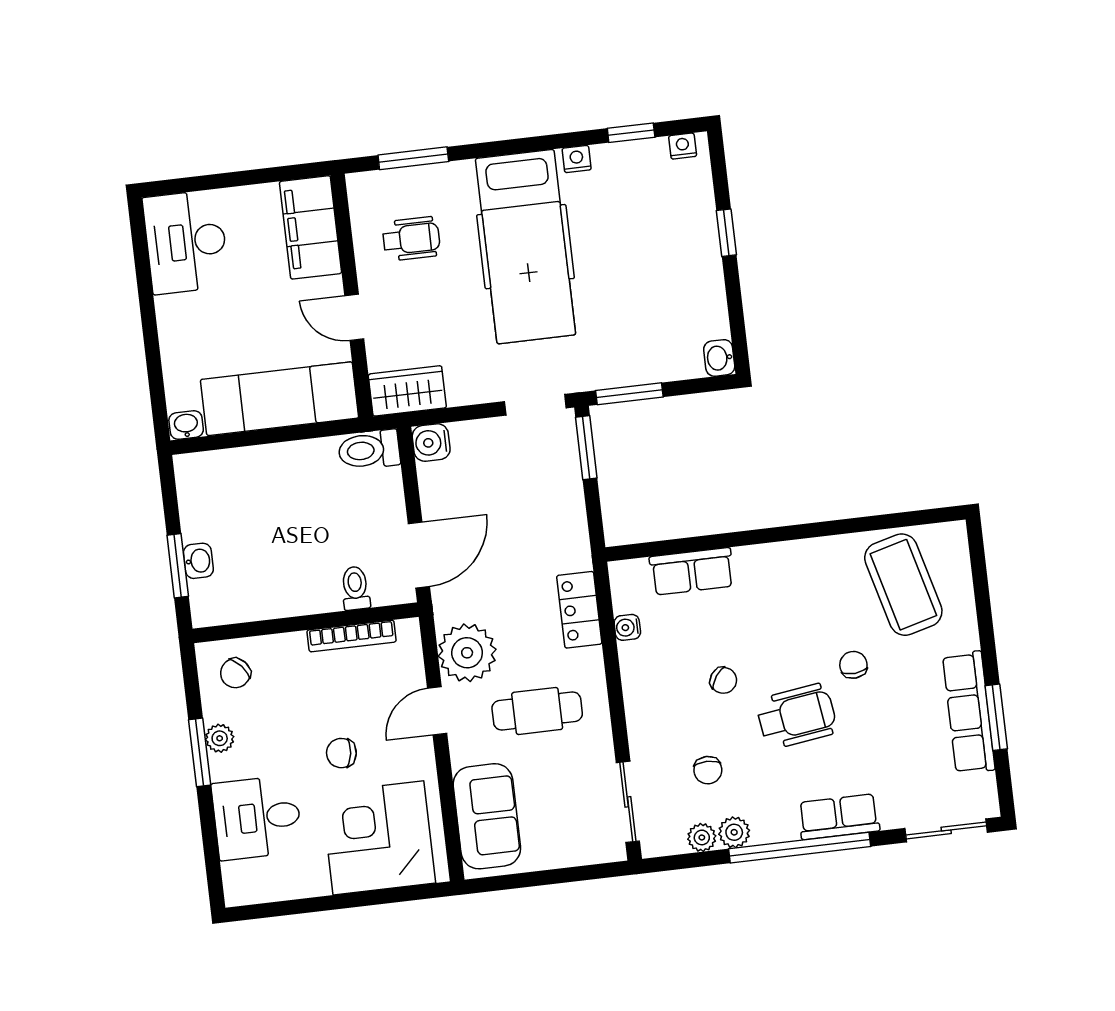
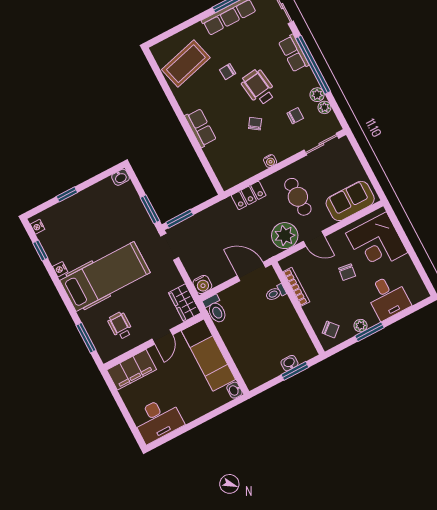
row of seats: (692, 571) -> (200, 128), moved
water cooler: (627, 627) -> (270, 161), moved

